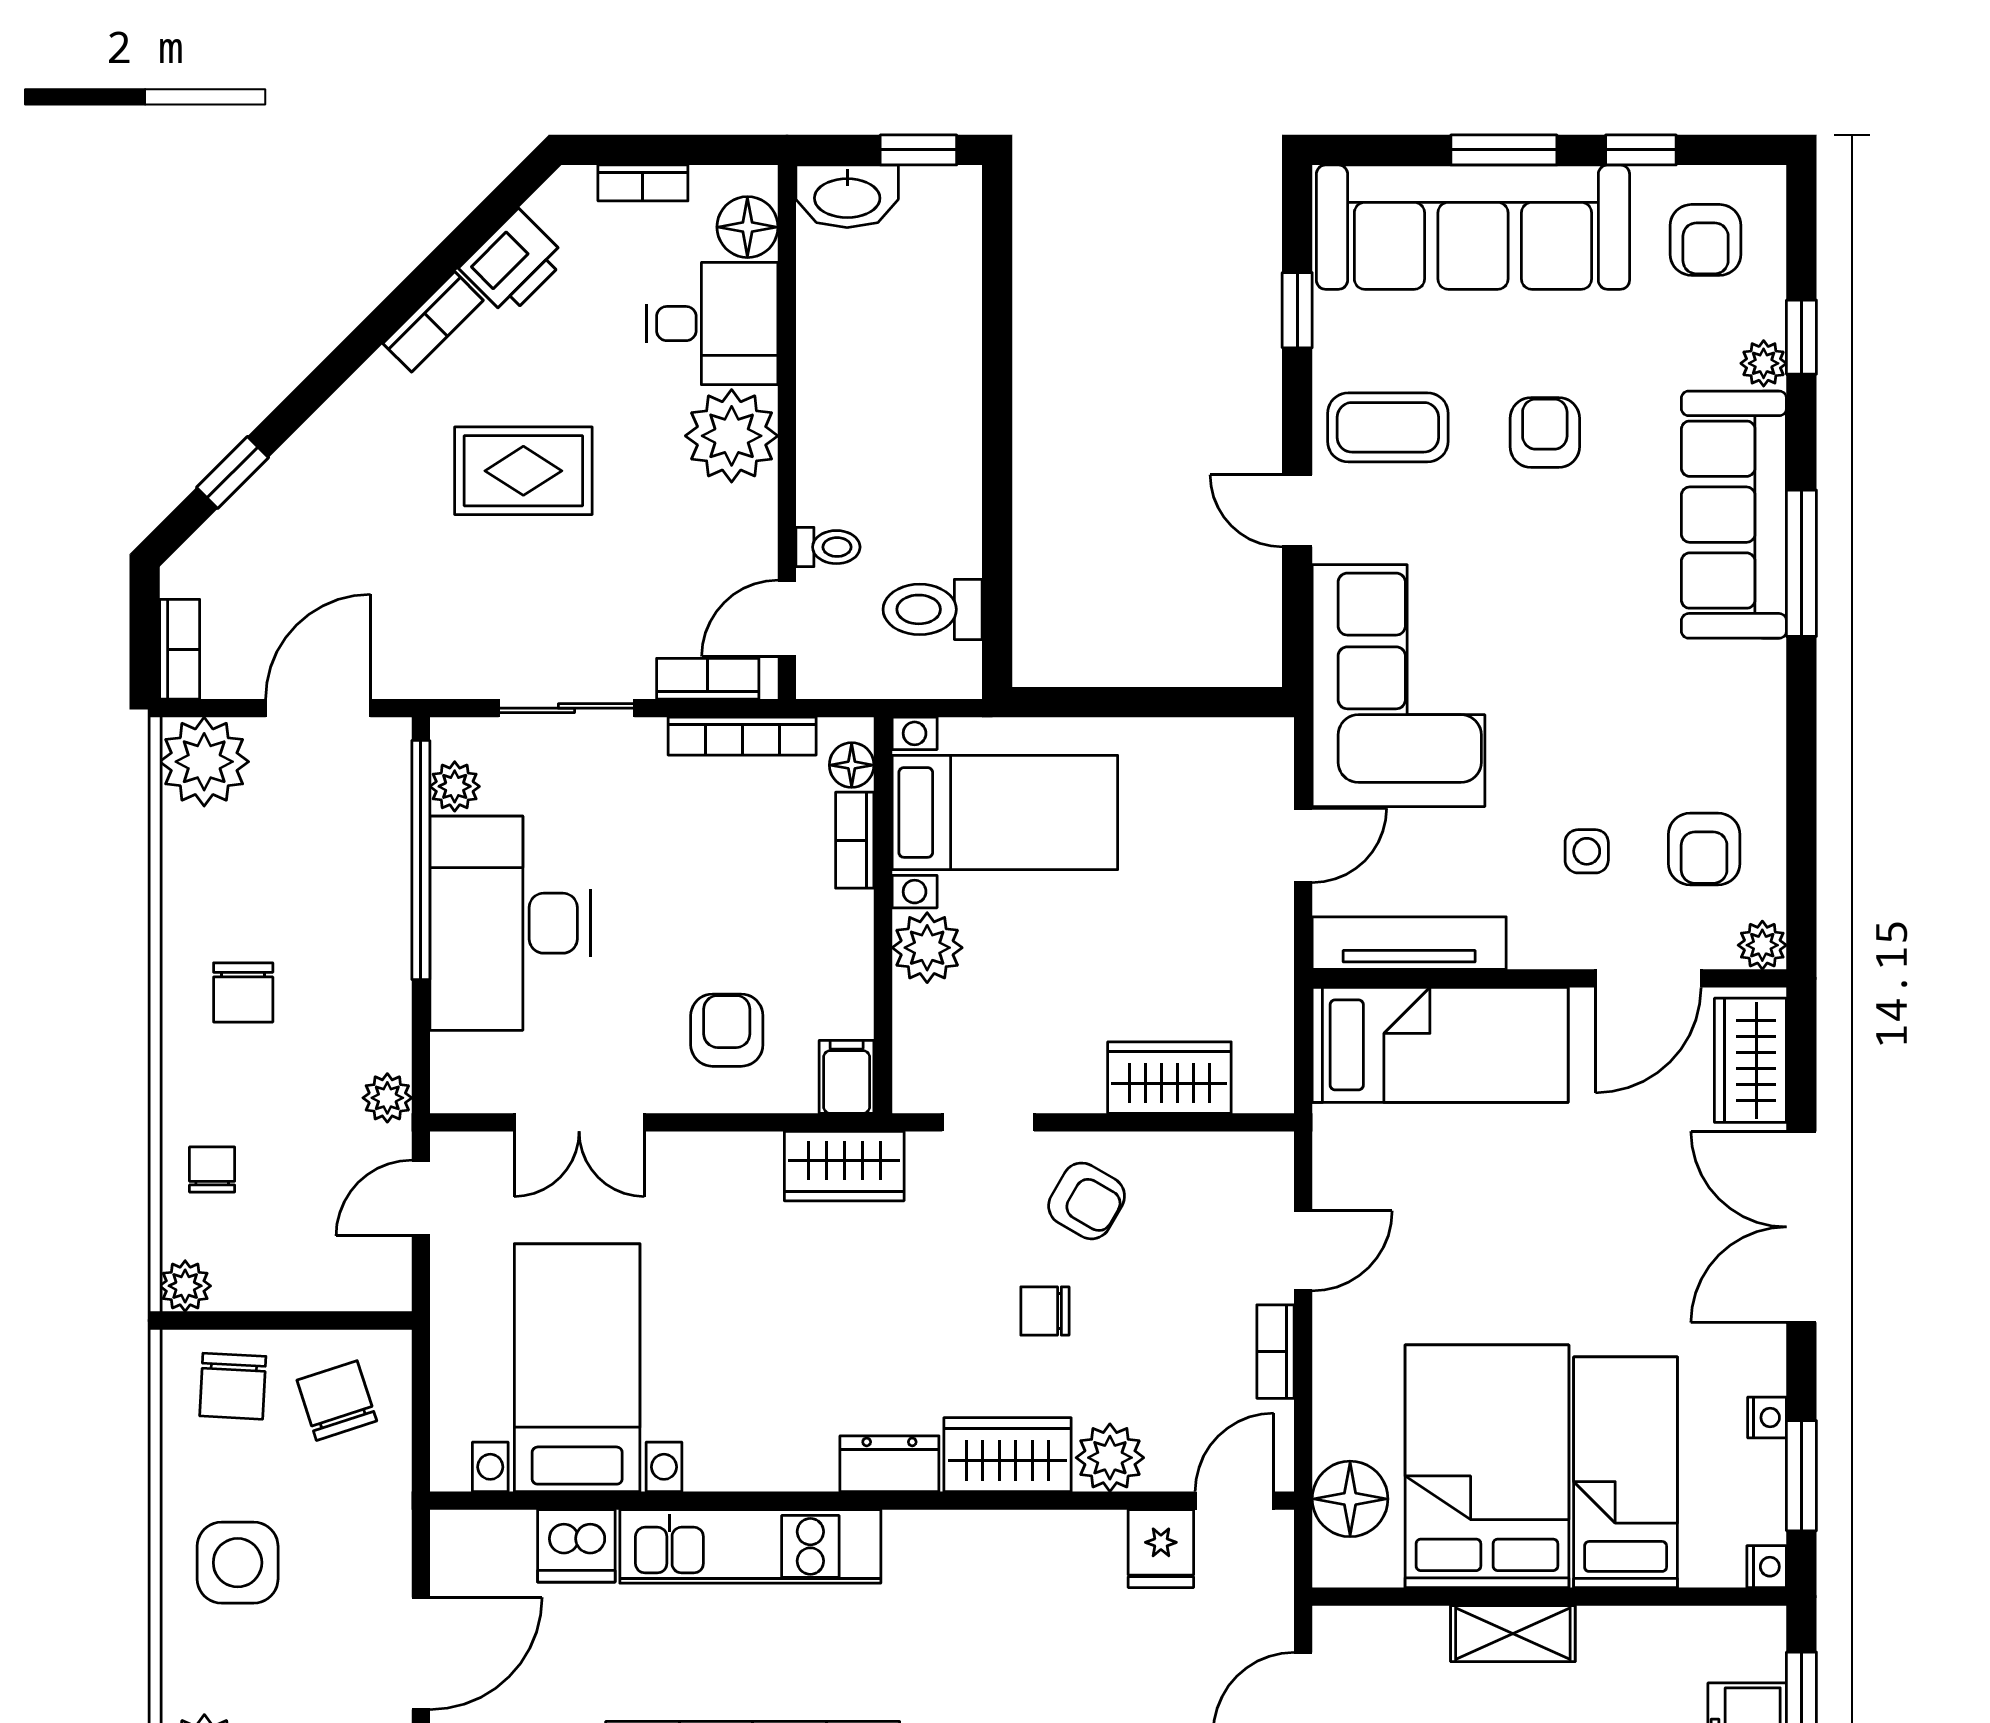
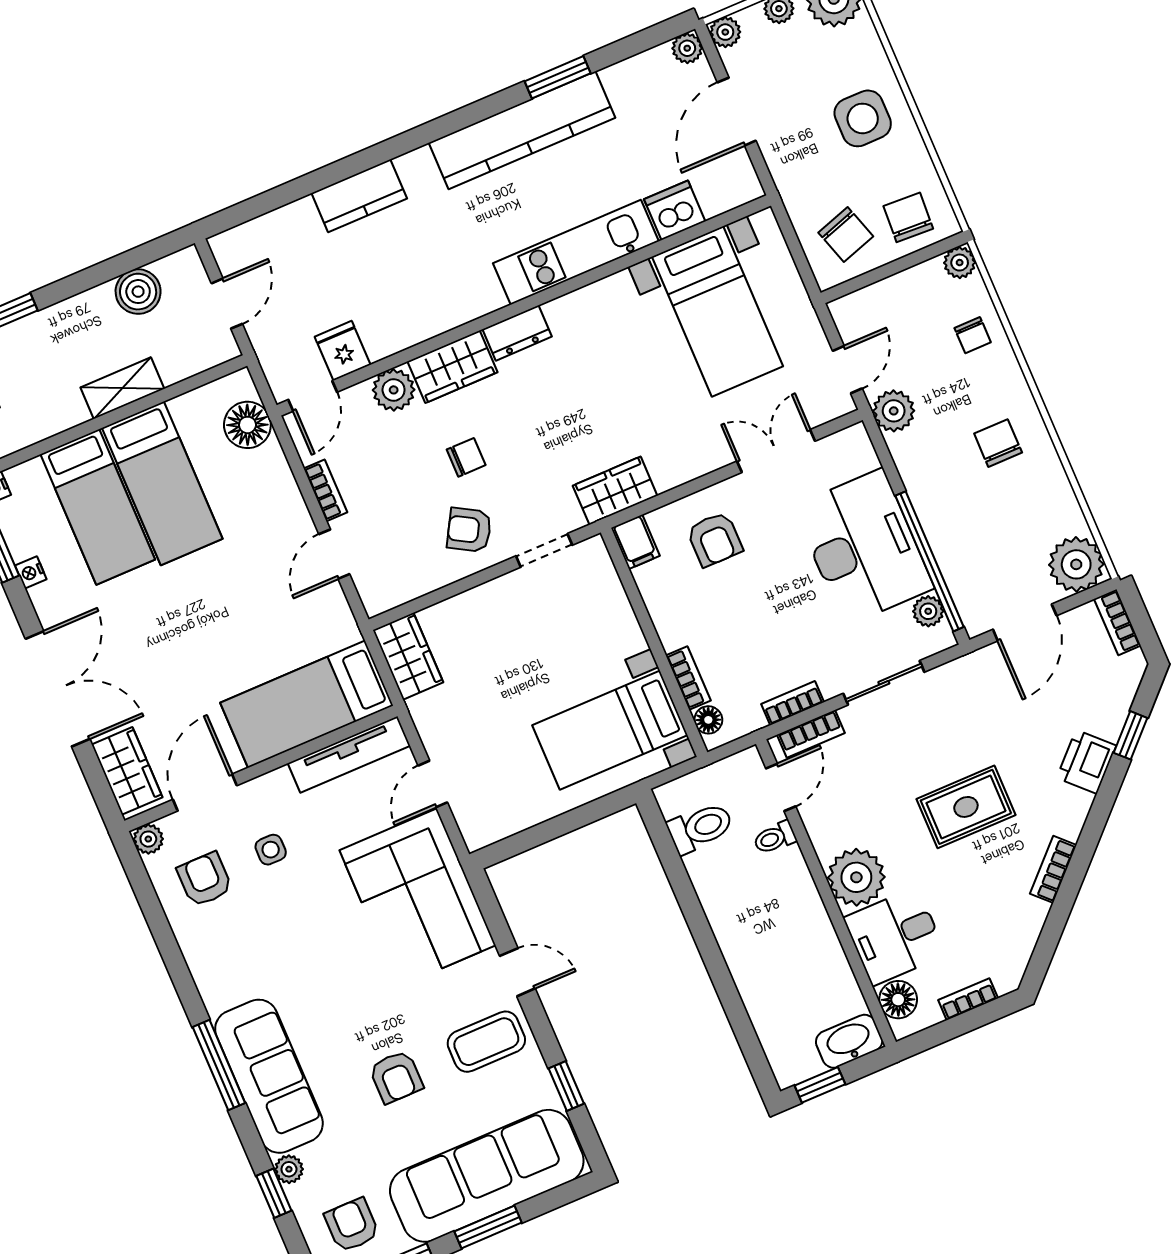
printer: (513, 263) -> (1087, 762), moved
bookcase: (742, 736) -> (793, 703), width x0.64
plant: (927, 948) -> (621, 635), removed
wardrobe: (1169, 1078) -> (408, 656), moved, turned -90
plant: (387, 1098) -> (894, 411), width x1.38, depth x1.38
bed: (1487, 1466) -> (162, 483), width x0.67

